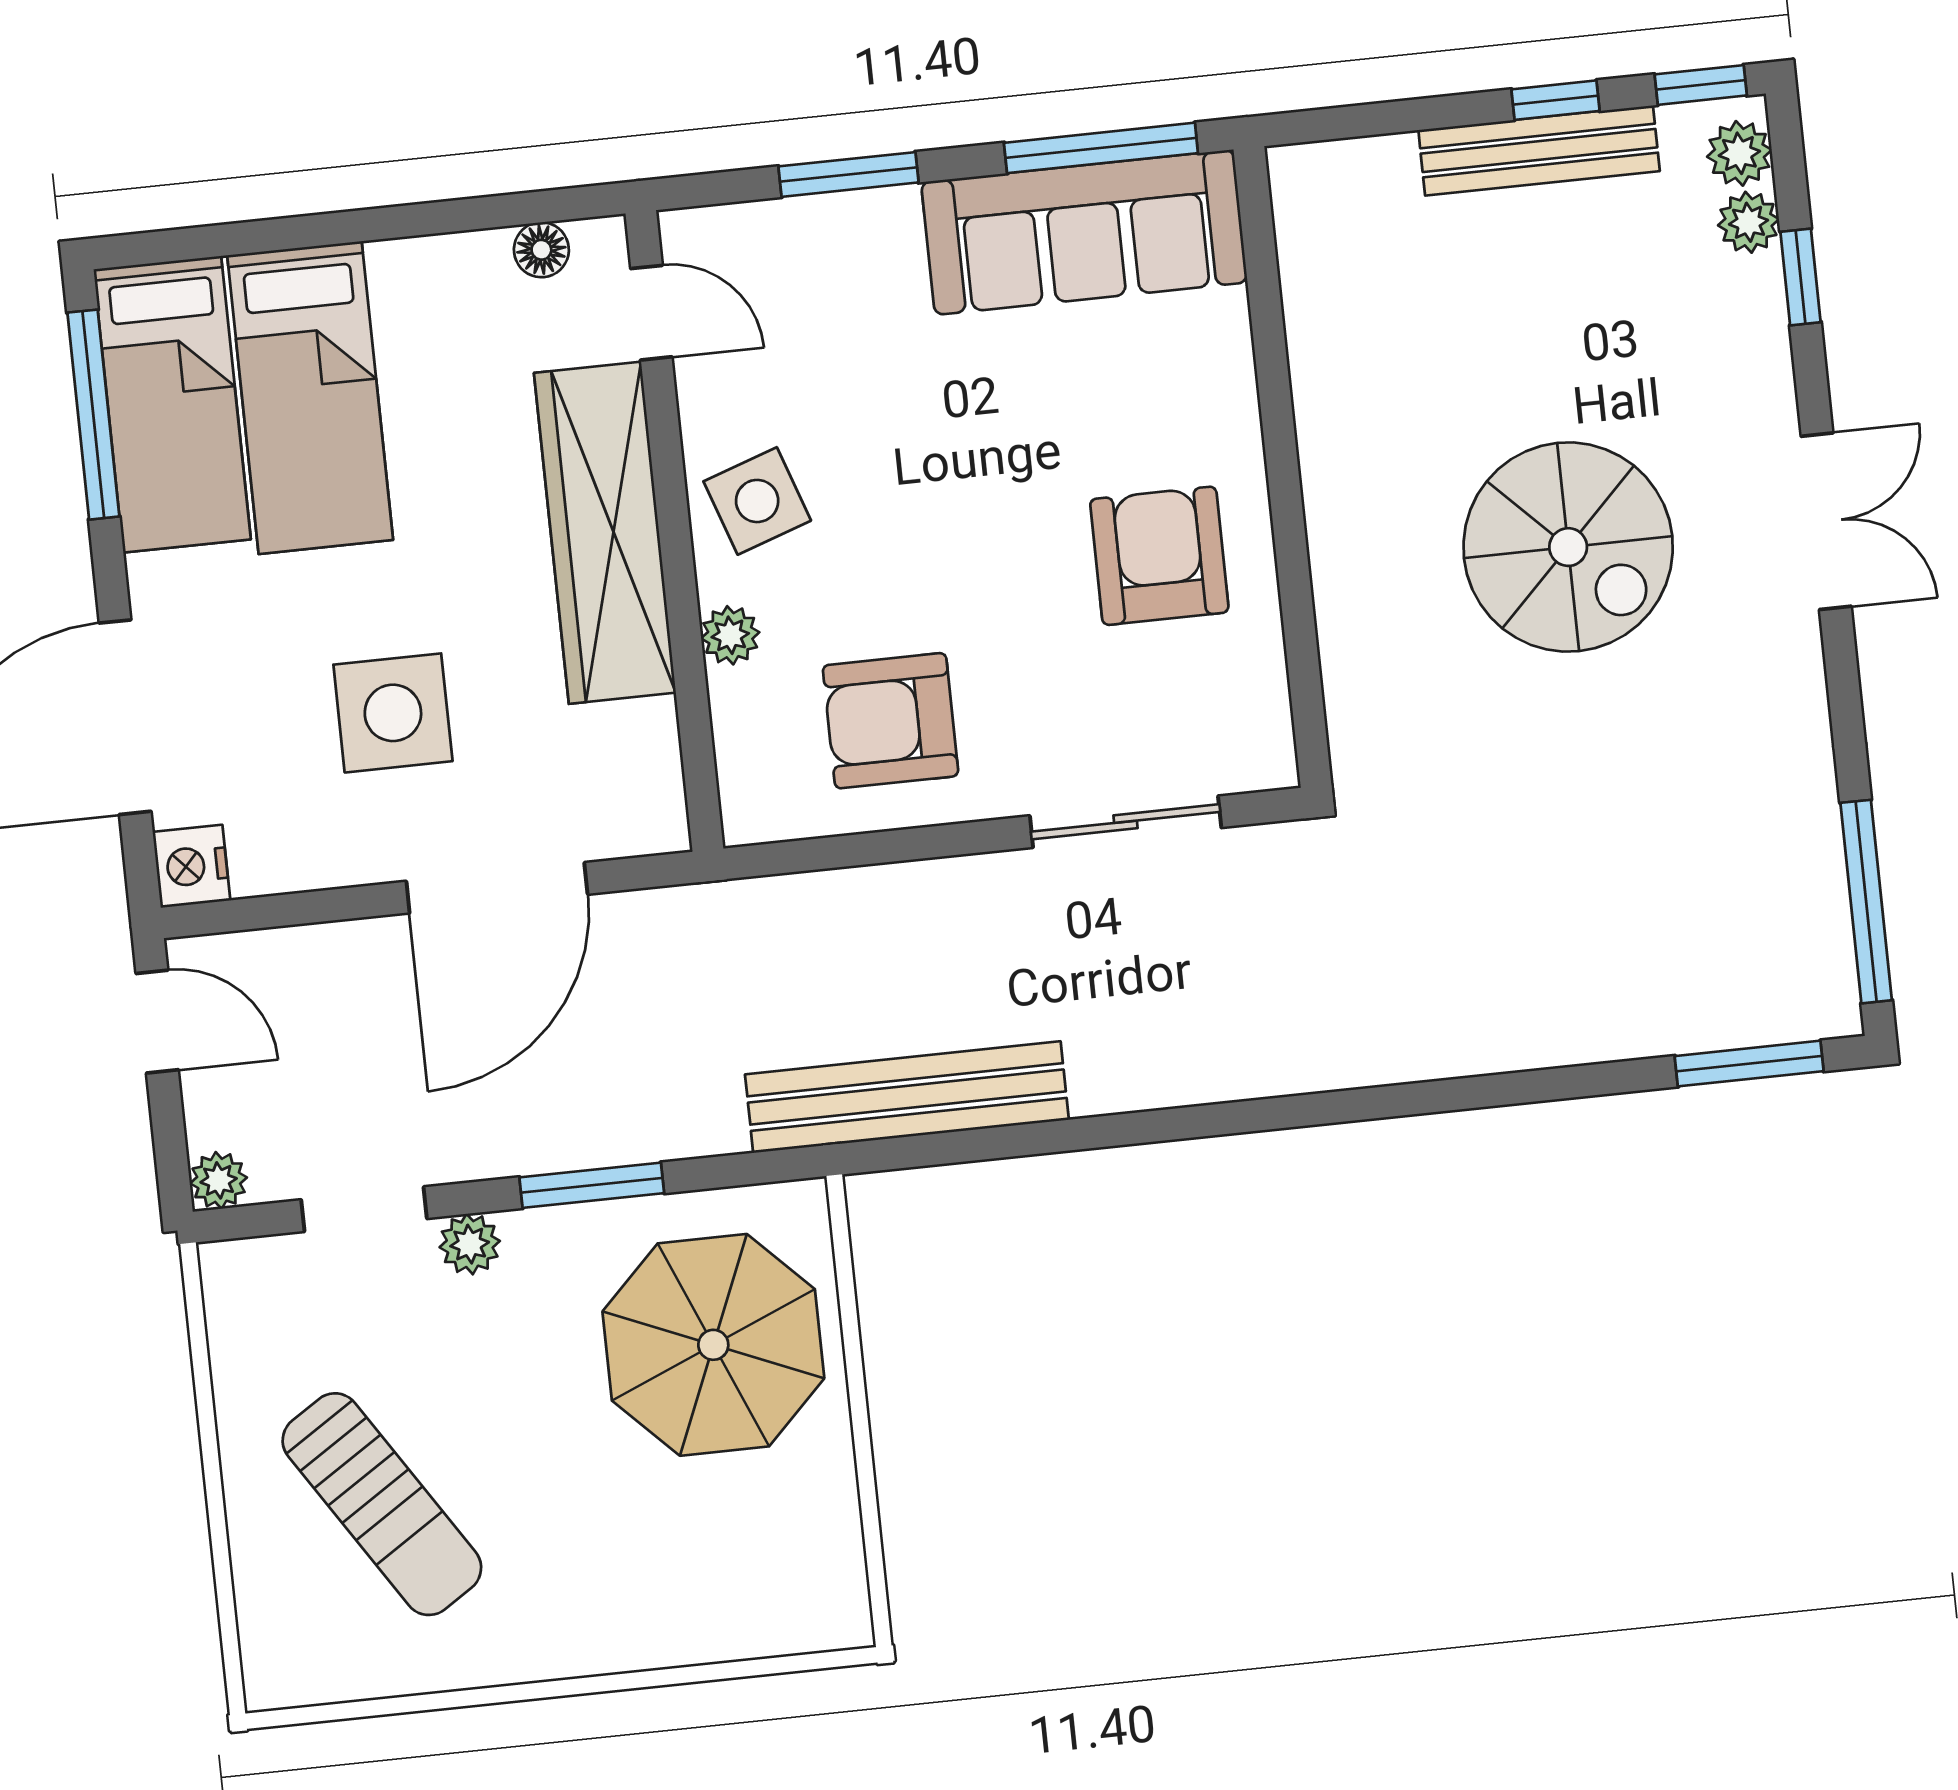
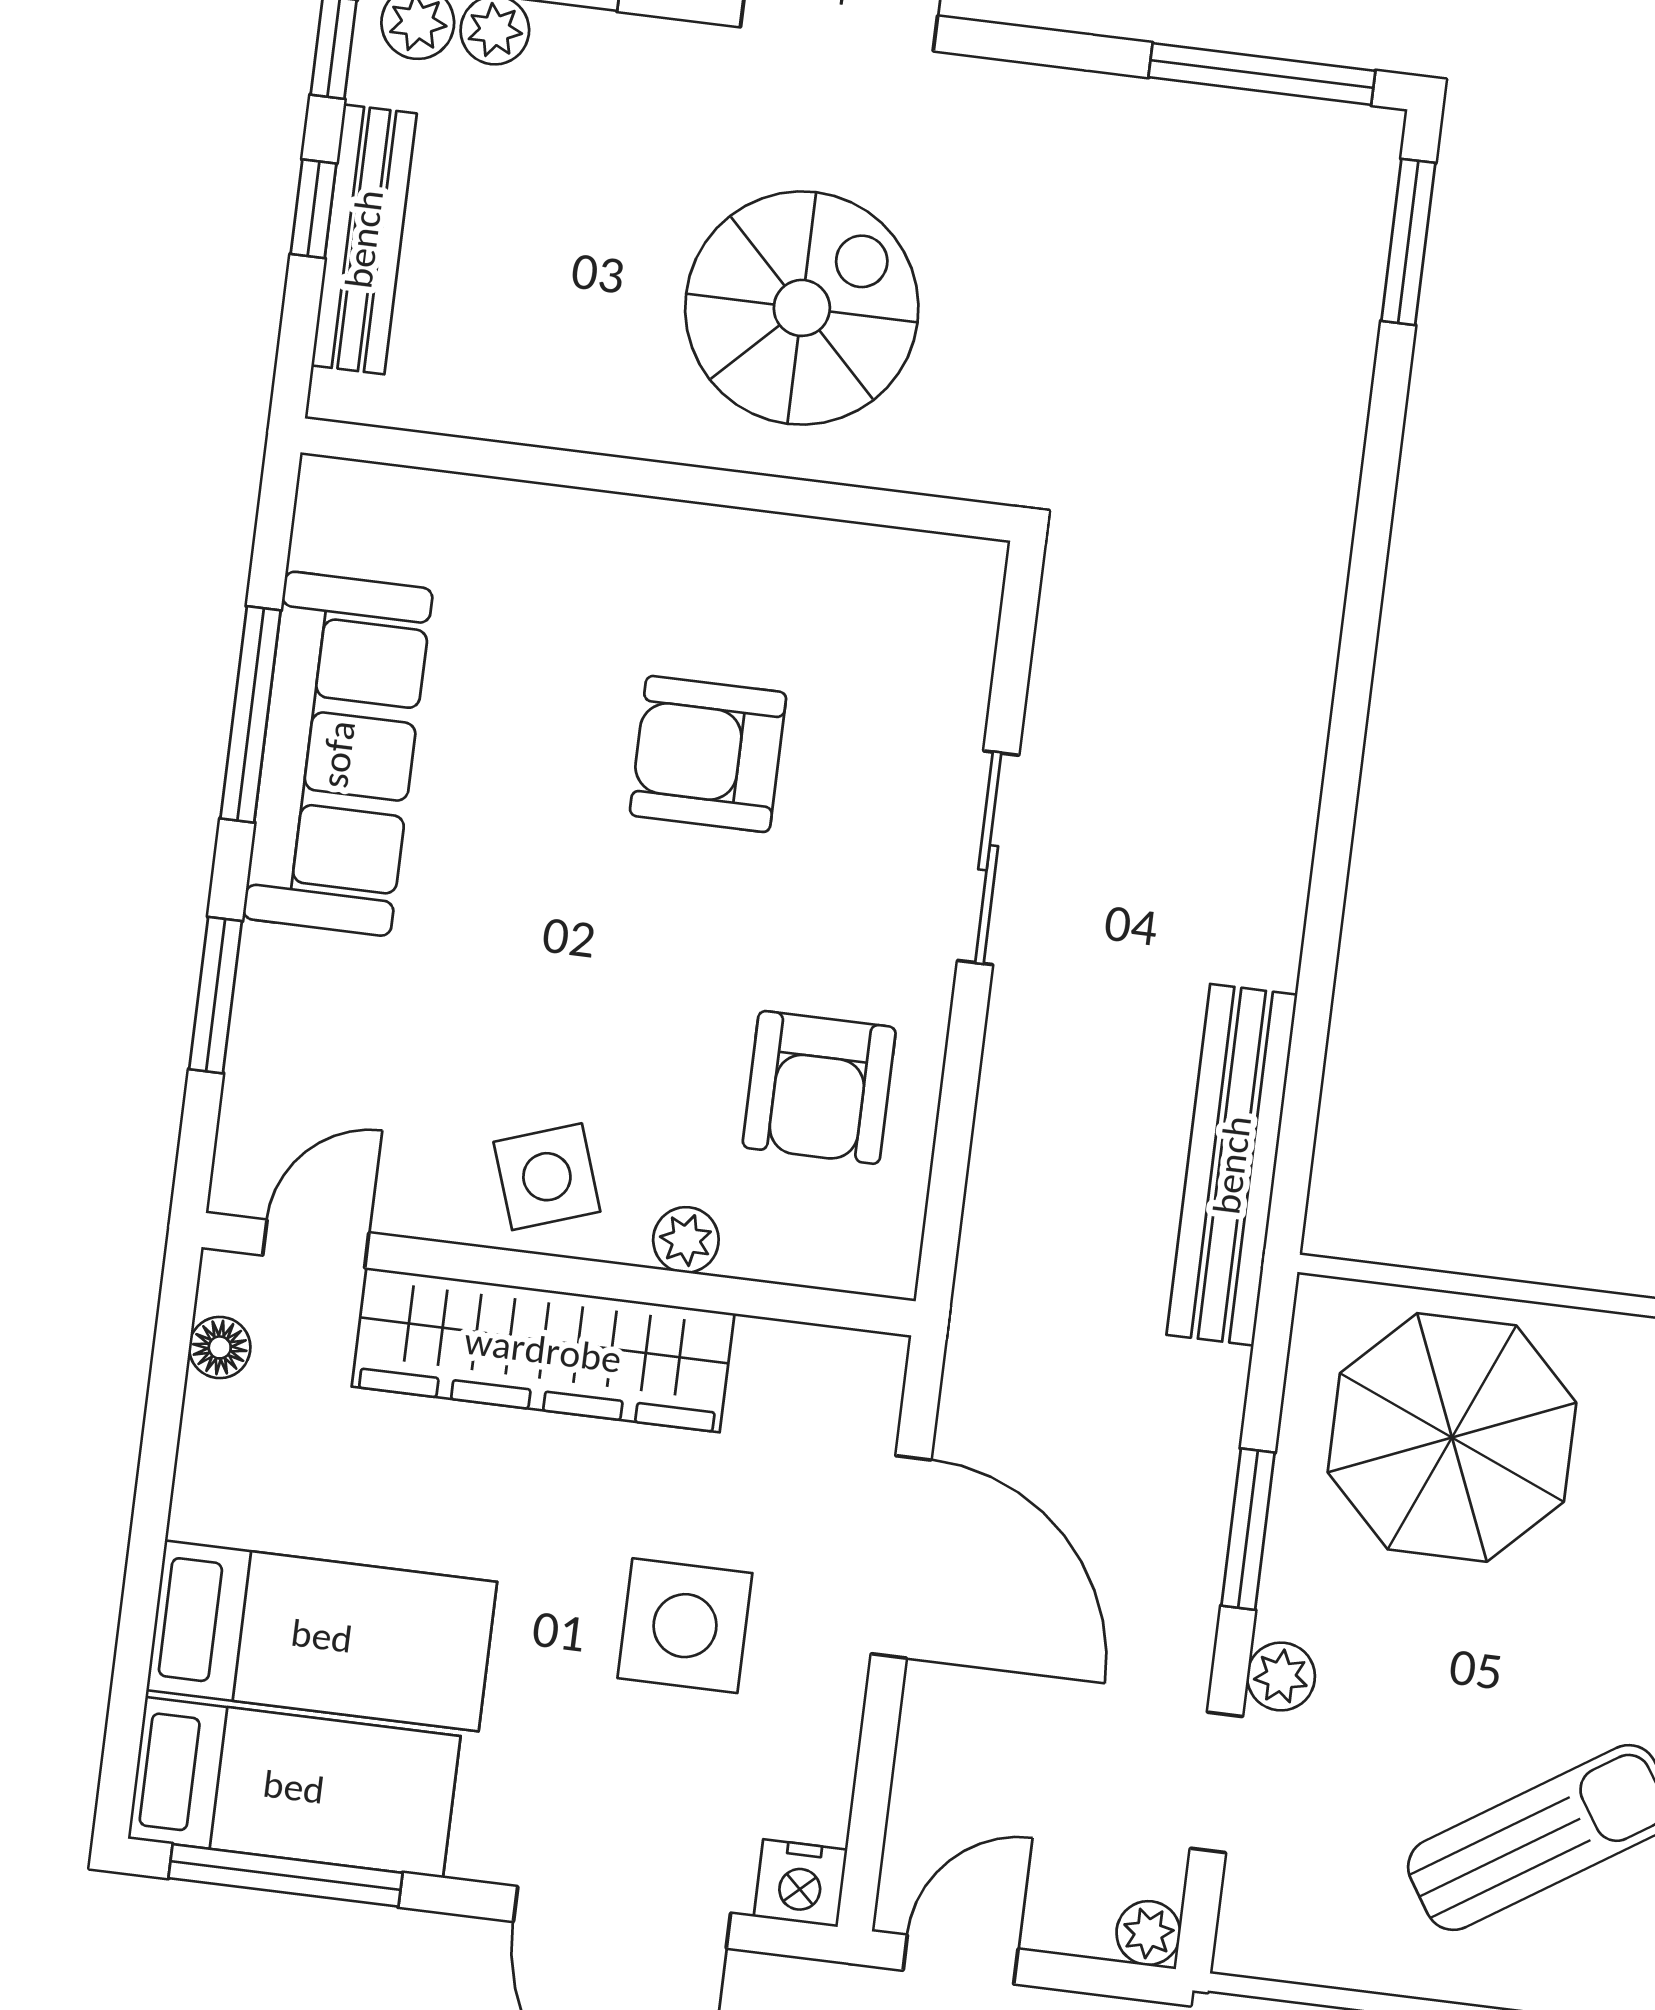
wall: (1282, 467) -> (658, 480), moved

